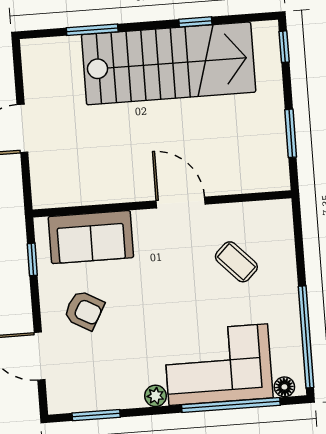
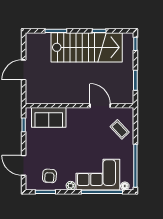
door: (181, 203) -> (100, 106), moved
coffee table: (236, 262) -> (120, 129), moved
armchair: (84, 310) -> (49, 176), moved, turned 65

